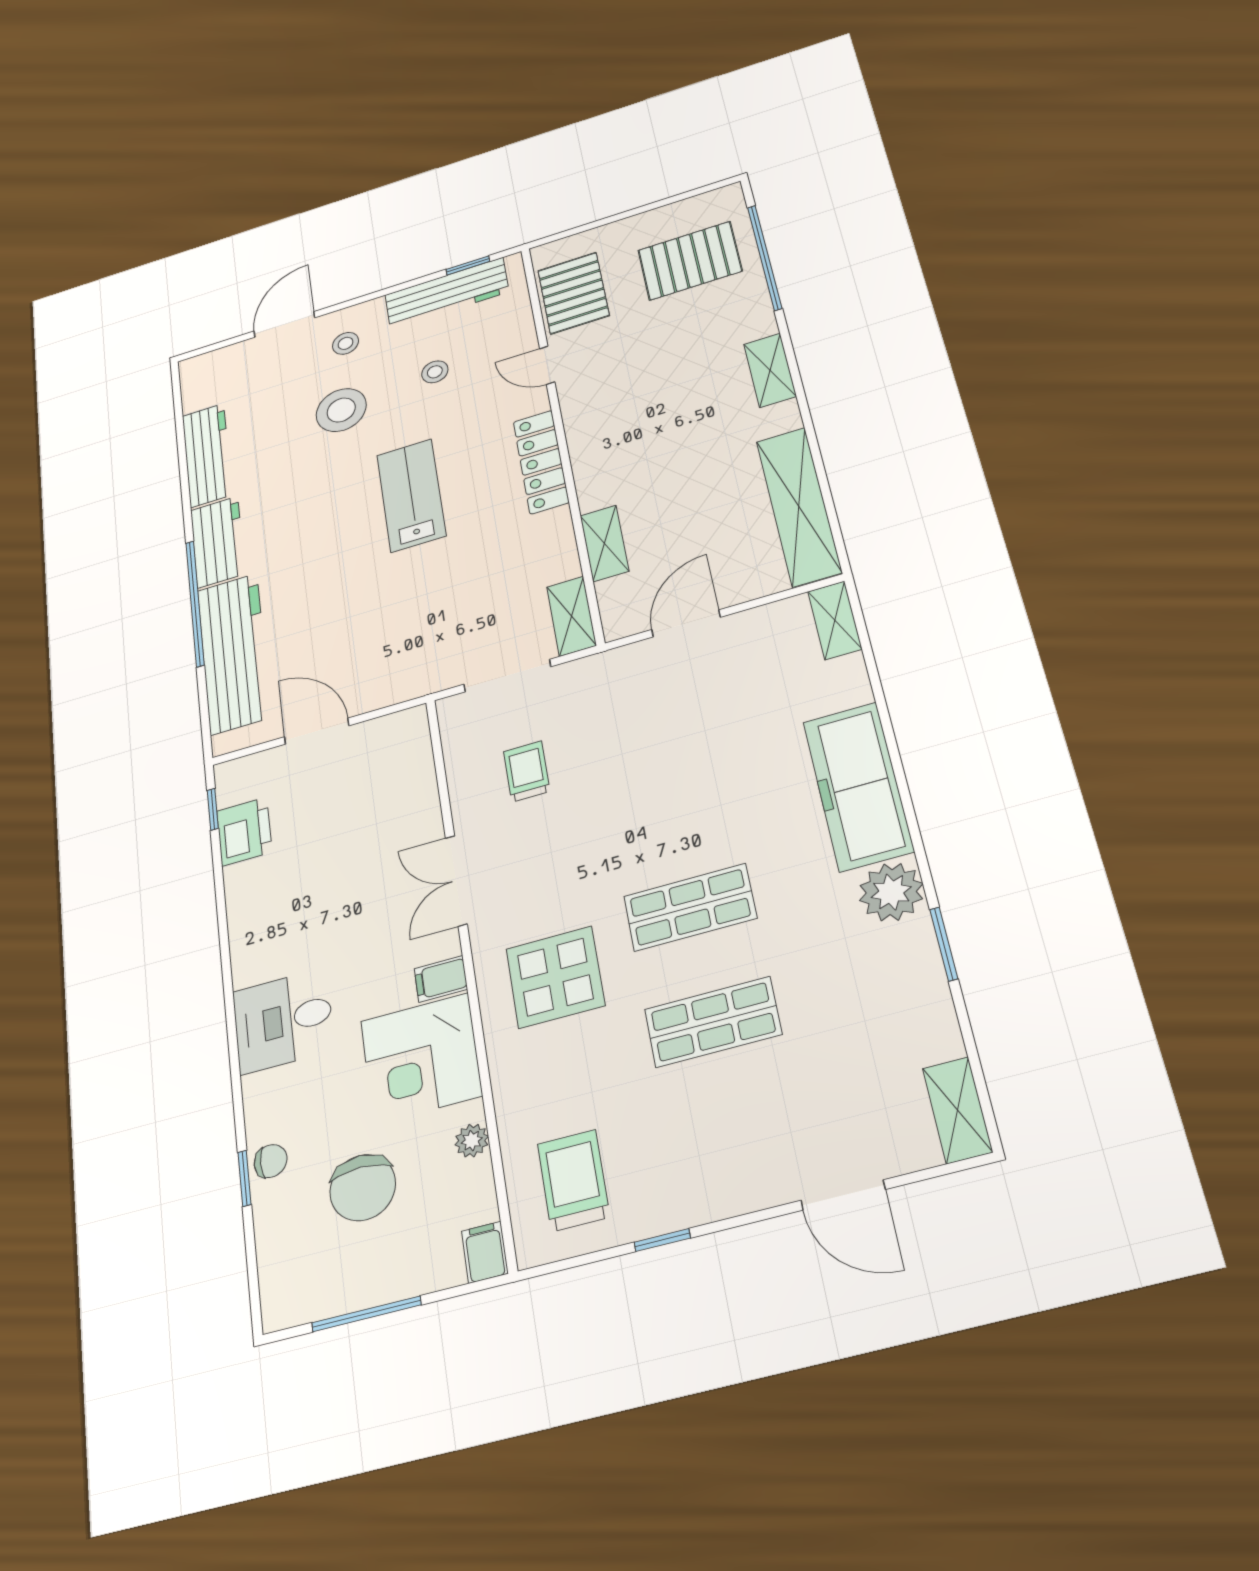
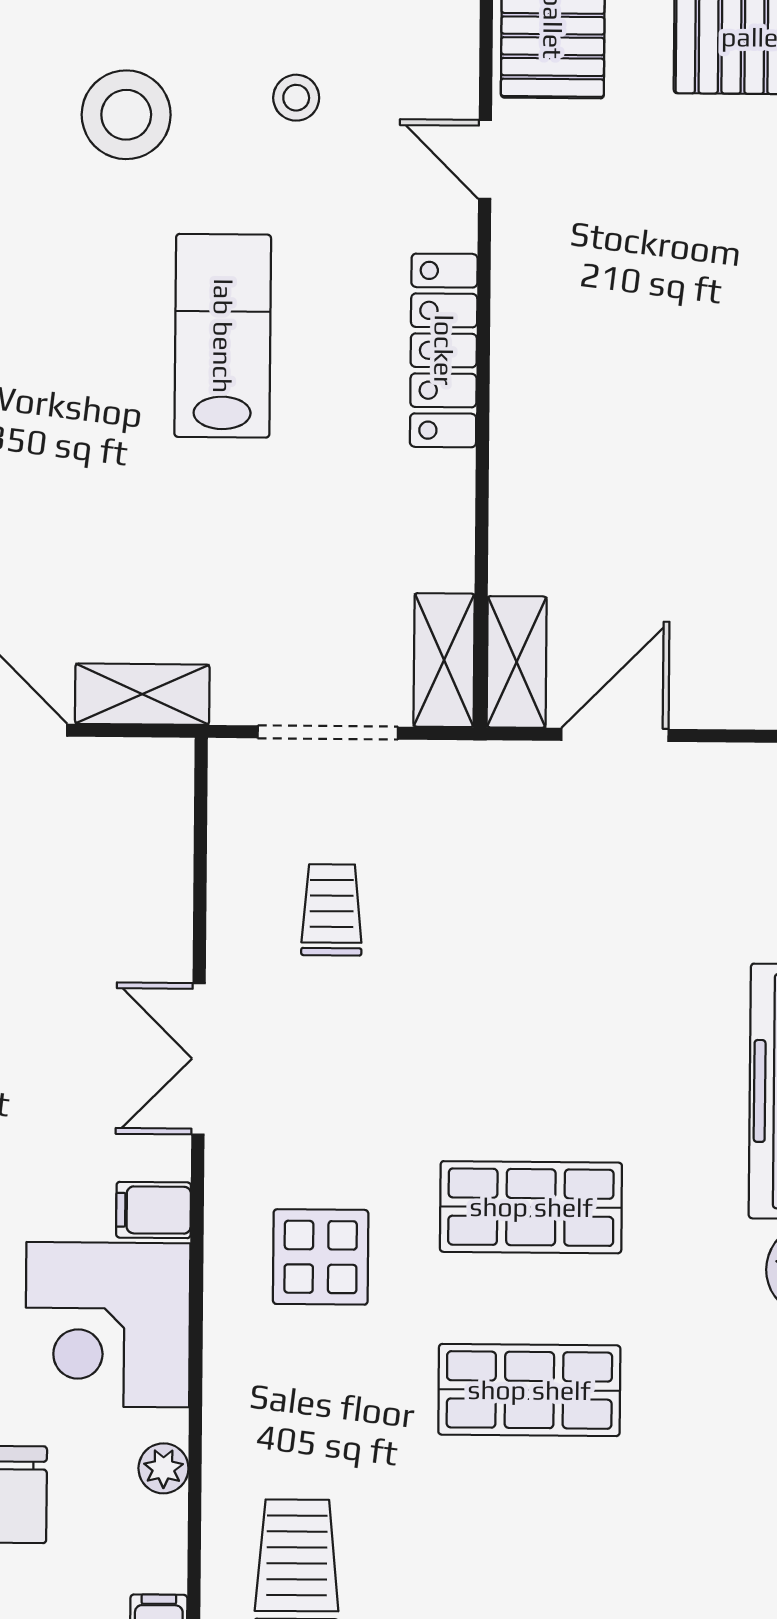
shelving: (604, 543) -> (517, 662), moved
shelving: (391, 689) -> (142, 694), added
display table: (555, 977) -> (321, 1257), width x0.73, depth x0.73

